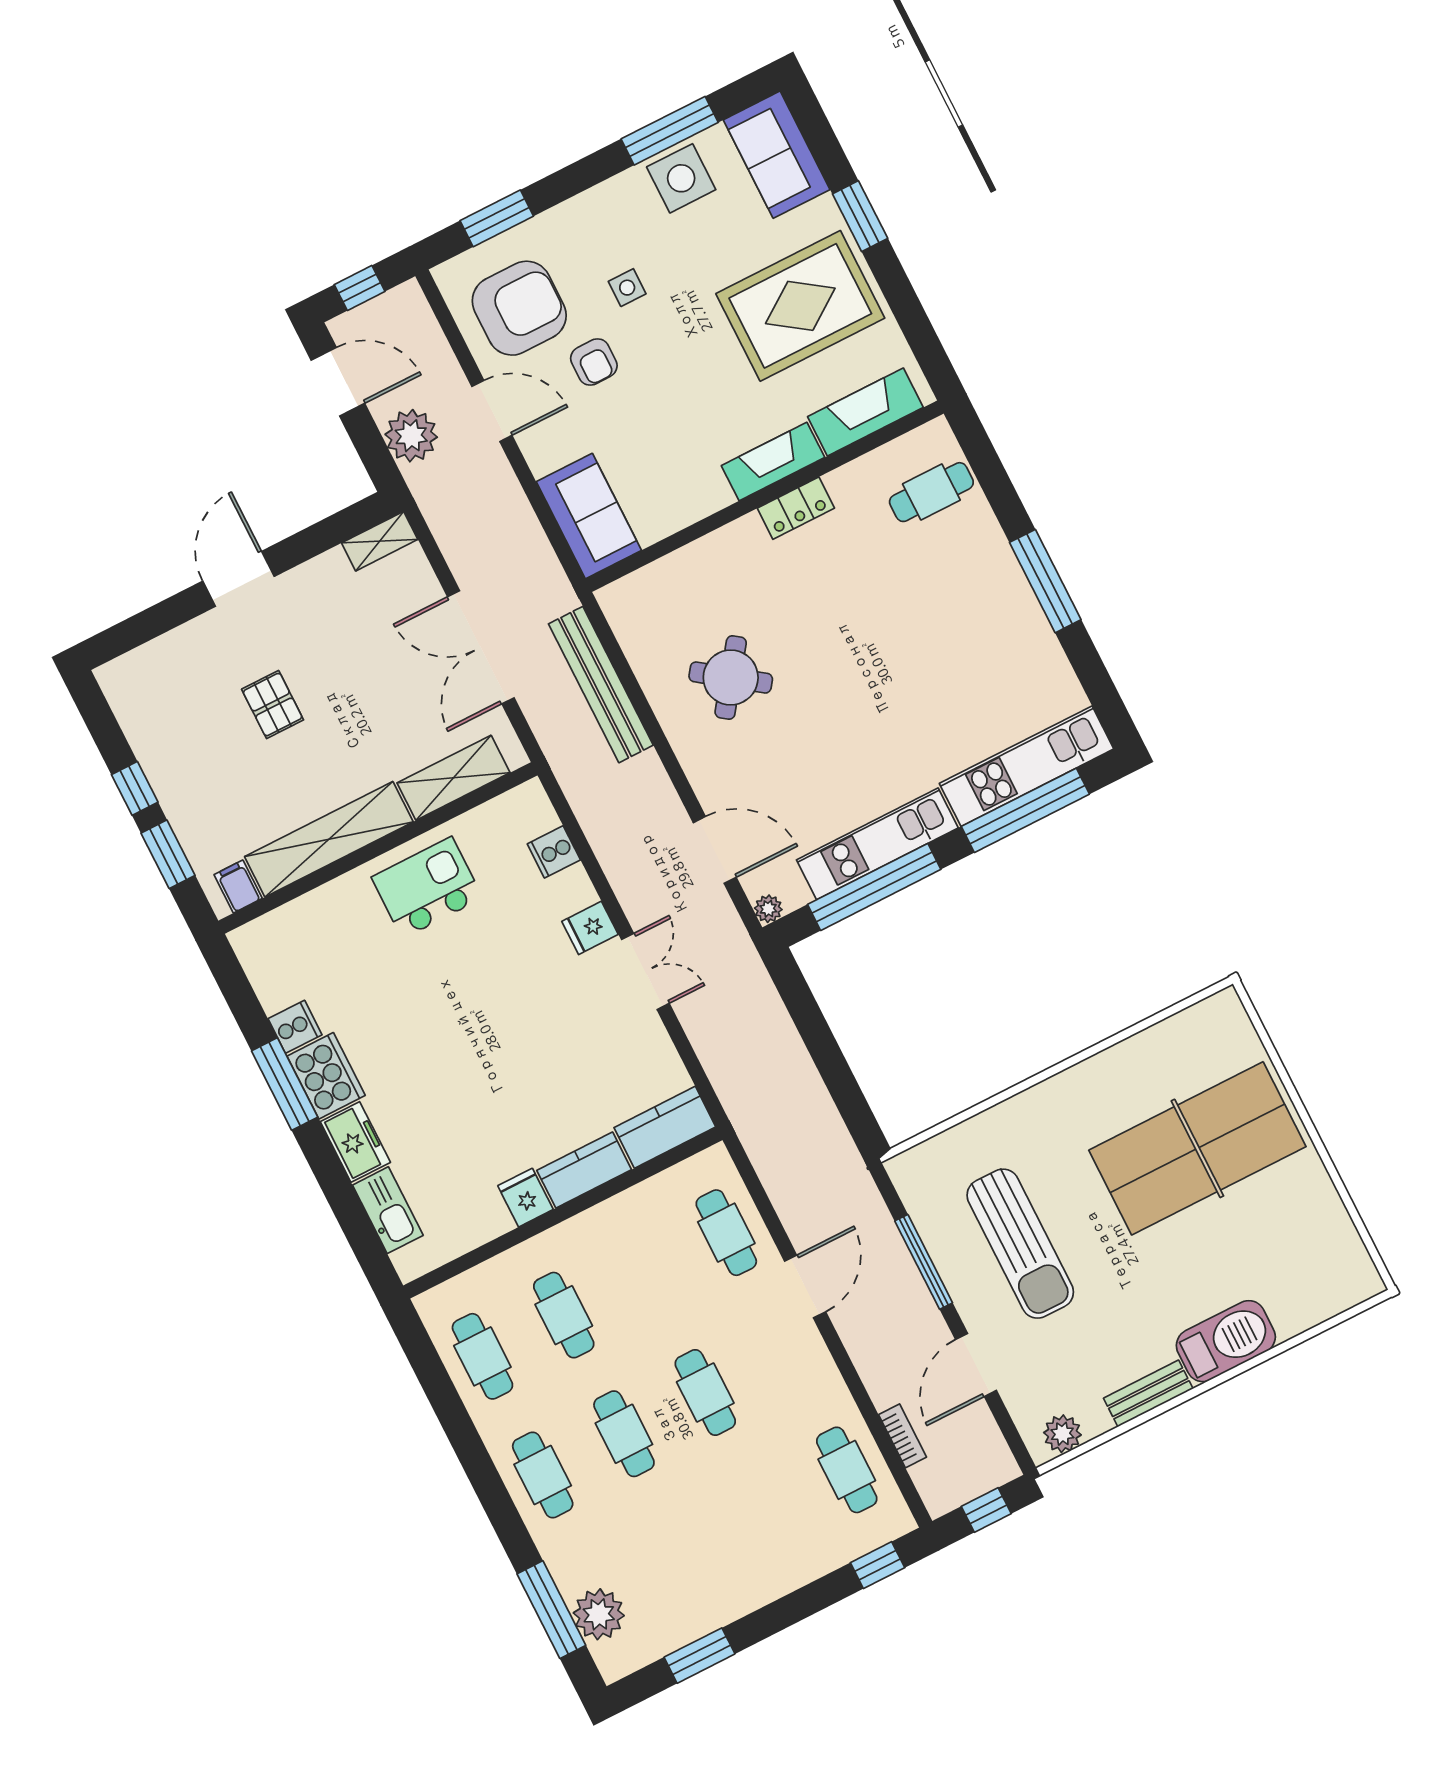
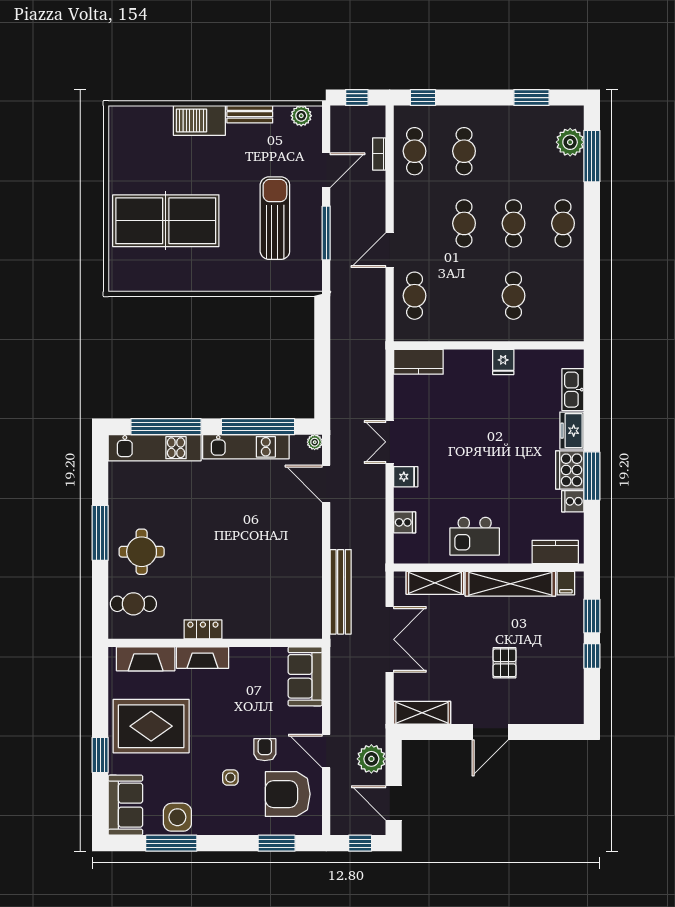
shelving: (380, 541) -> (422, 713), width x1.50, depth x1.33
round table: (731, 678) -> (142, 552), moved, turned -36
kitchen counter: (584, 1170) -> (555, 552), moved, turned 180
cafe table: (482, 1356) -> (464, 151), moved

